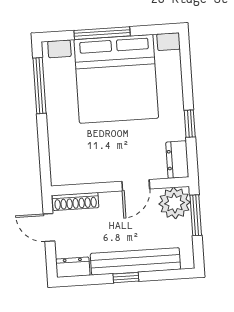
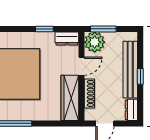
wardrobe: (85, 170) -> (70, 98), added
door: (136, 185) -> (81, 66), hinge flipped
shoe rack: (75, 201) -> (89, 93), moved

